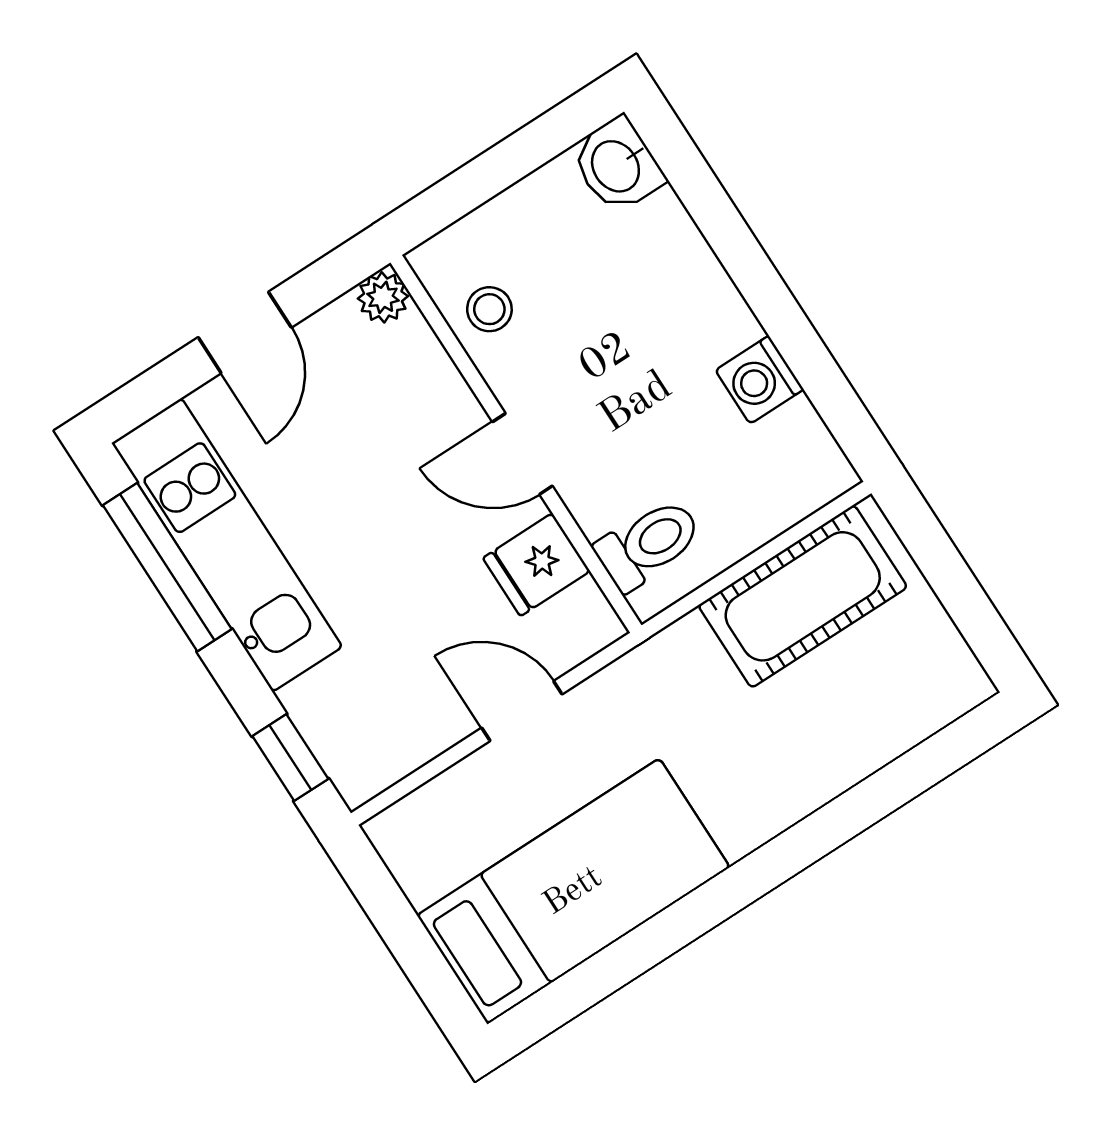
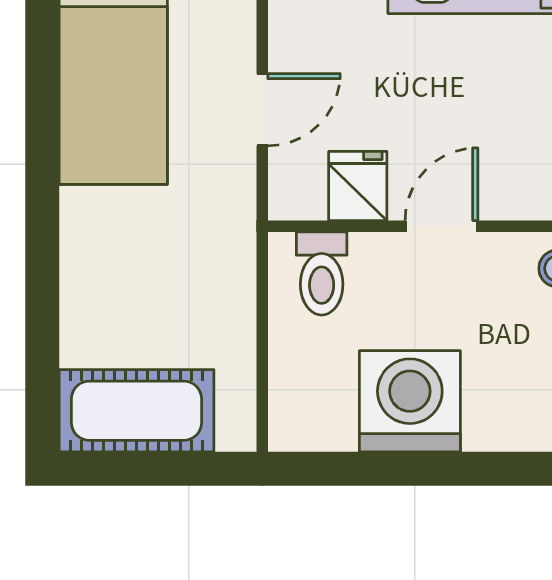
washing machine: (760, 380) -> (410, 401), width x1.89, depth x1.89
cot: (803, 596) -> (136, 411), moved, turned 90

